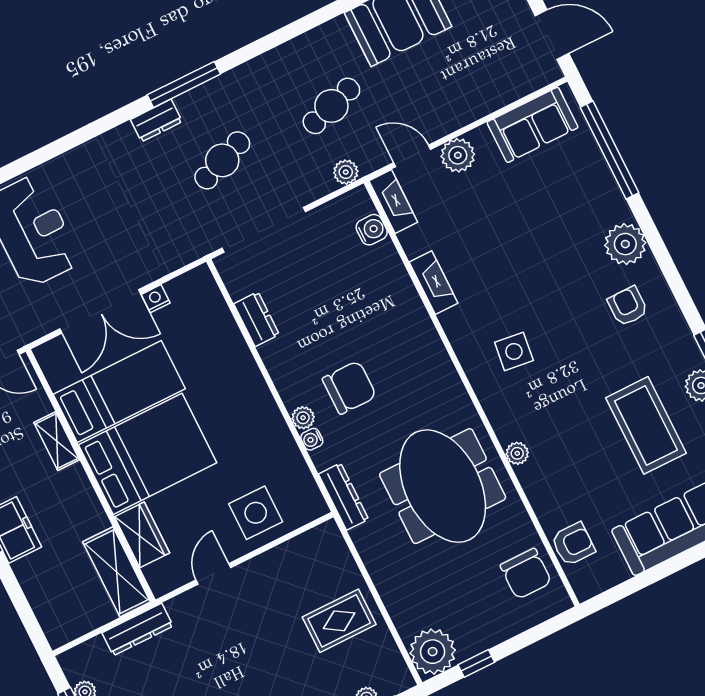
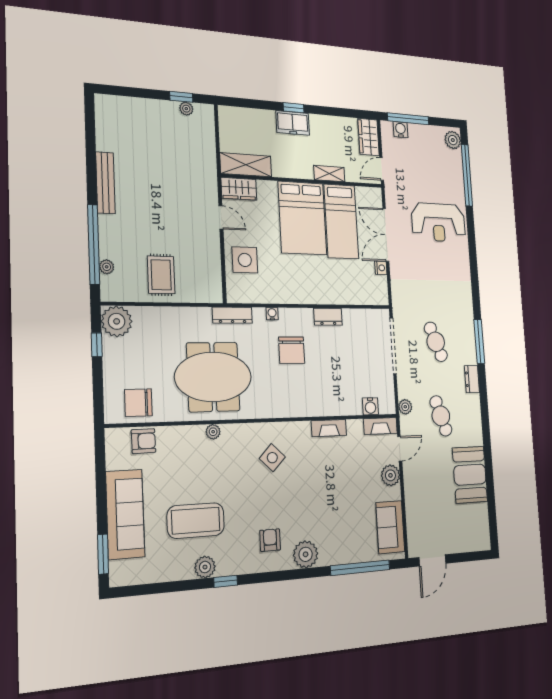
dresser: (156, 121) -> (472, 379), moved
armchair: (628, 306) -> (270, 540), turned -90
dresser: (256, 319) -> (328, 317), moved
side table: (514, 351) -> (272, 458), turned 37
plant: (303, 418) -> (286, 315), removed
wardrobe: (142, 535) -> (239, 189), moved
armchair: (573, 544) -> (143, 441), turned -91
dresser: (138, 629) -> (208, 158), removed

